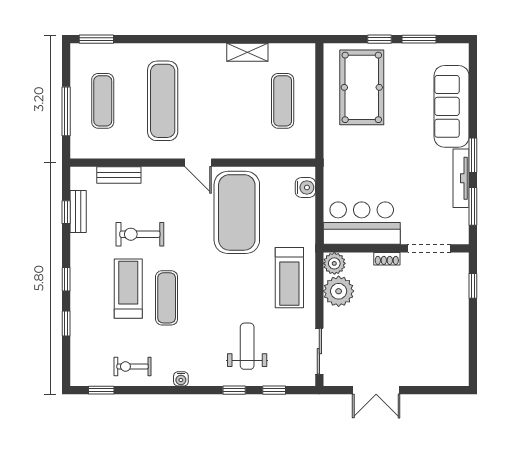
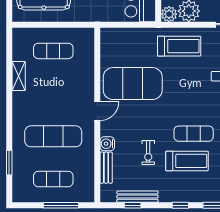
window: (96, 39) -> (9, 163), moved
water cooler: (305, 187) -> (107, 144), moved, turned -90
bench: (78, 211) -> (137, 197), width x1.36
exercise bike: (140, 234) -> (148, 153), width x0.73, depth x0.72
treadmill: (128, 289) -> (187, 161), turned 180

